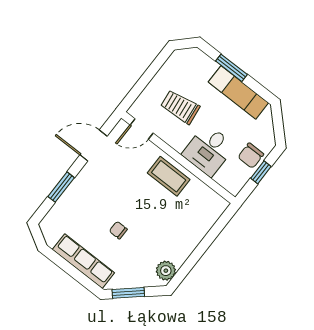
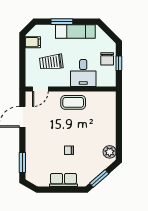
filing cabinet: (177, 65) -> (33, 42), added
window: (61, 187) -> (22, 162), moved
row of seats: (83, 261) -> (63, 180), width x0.68

